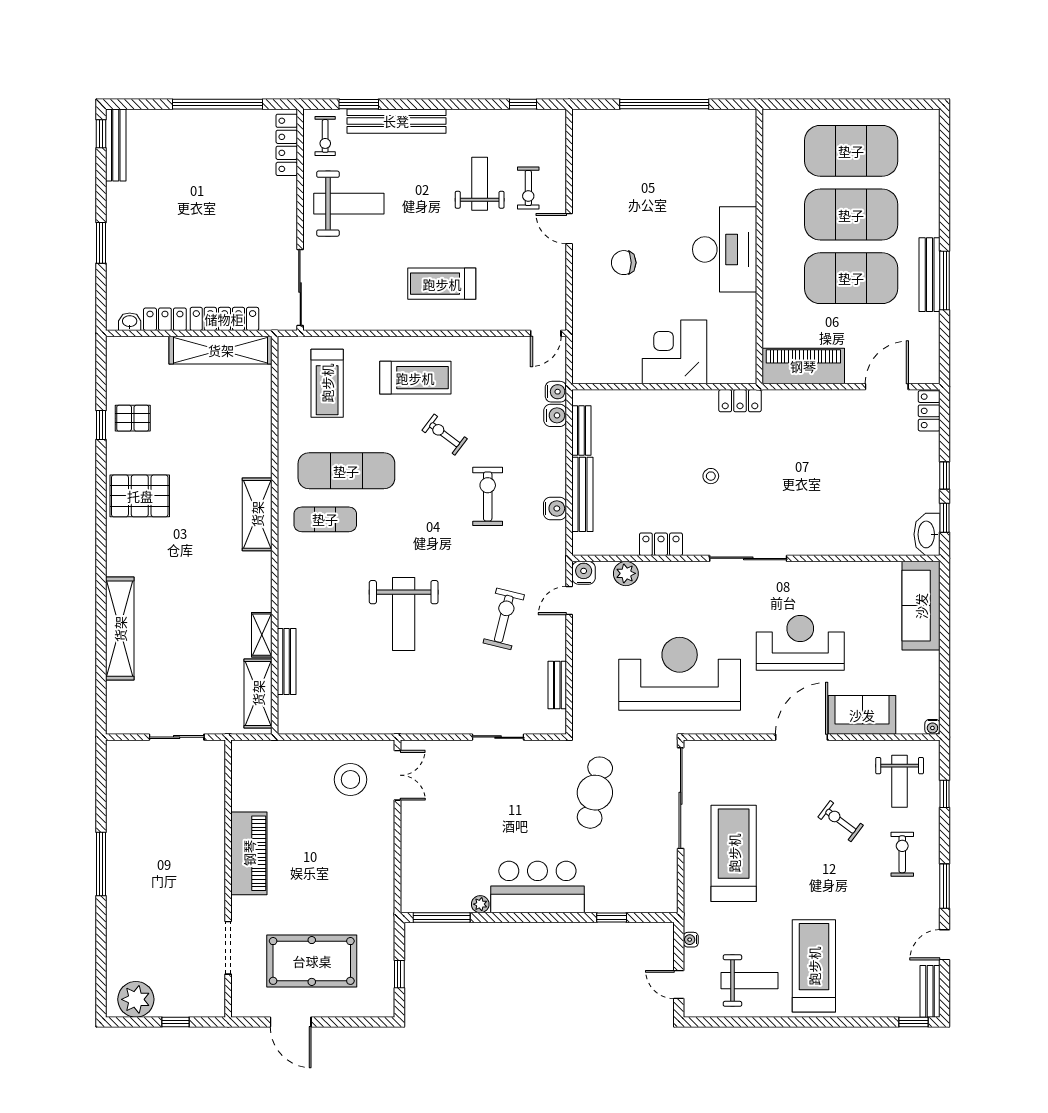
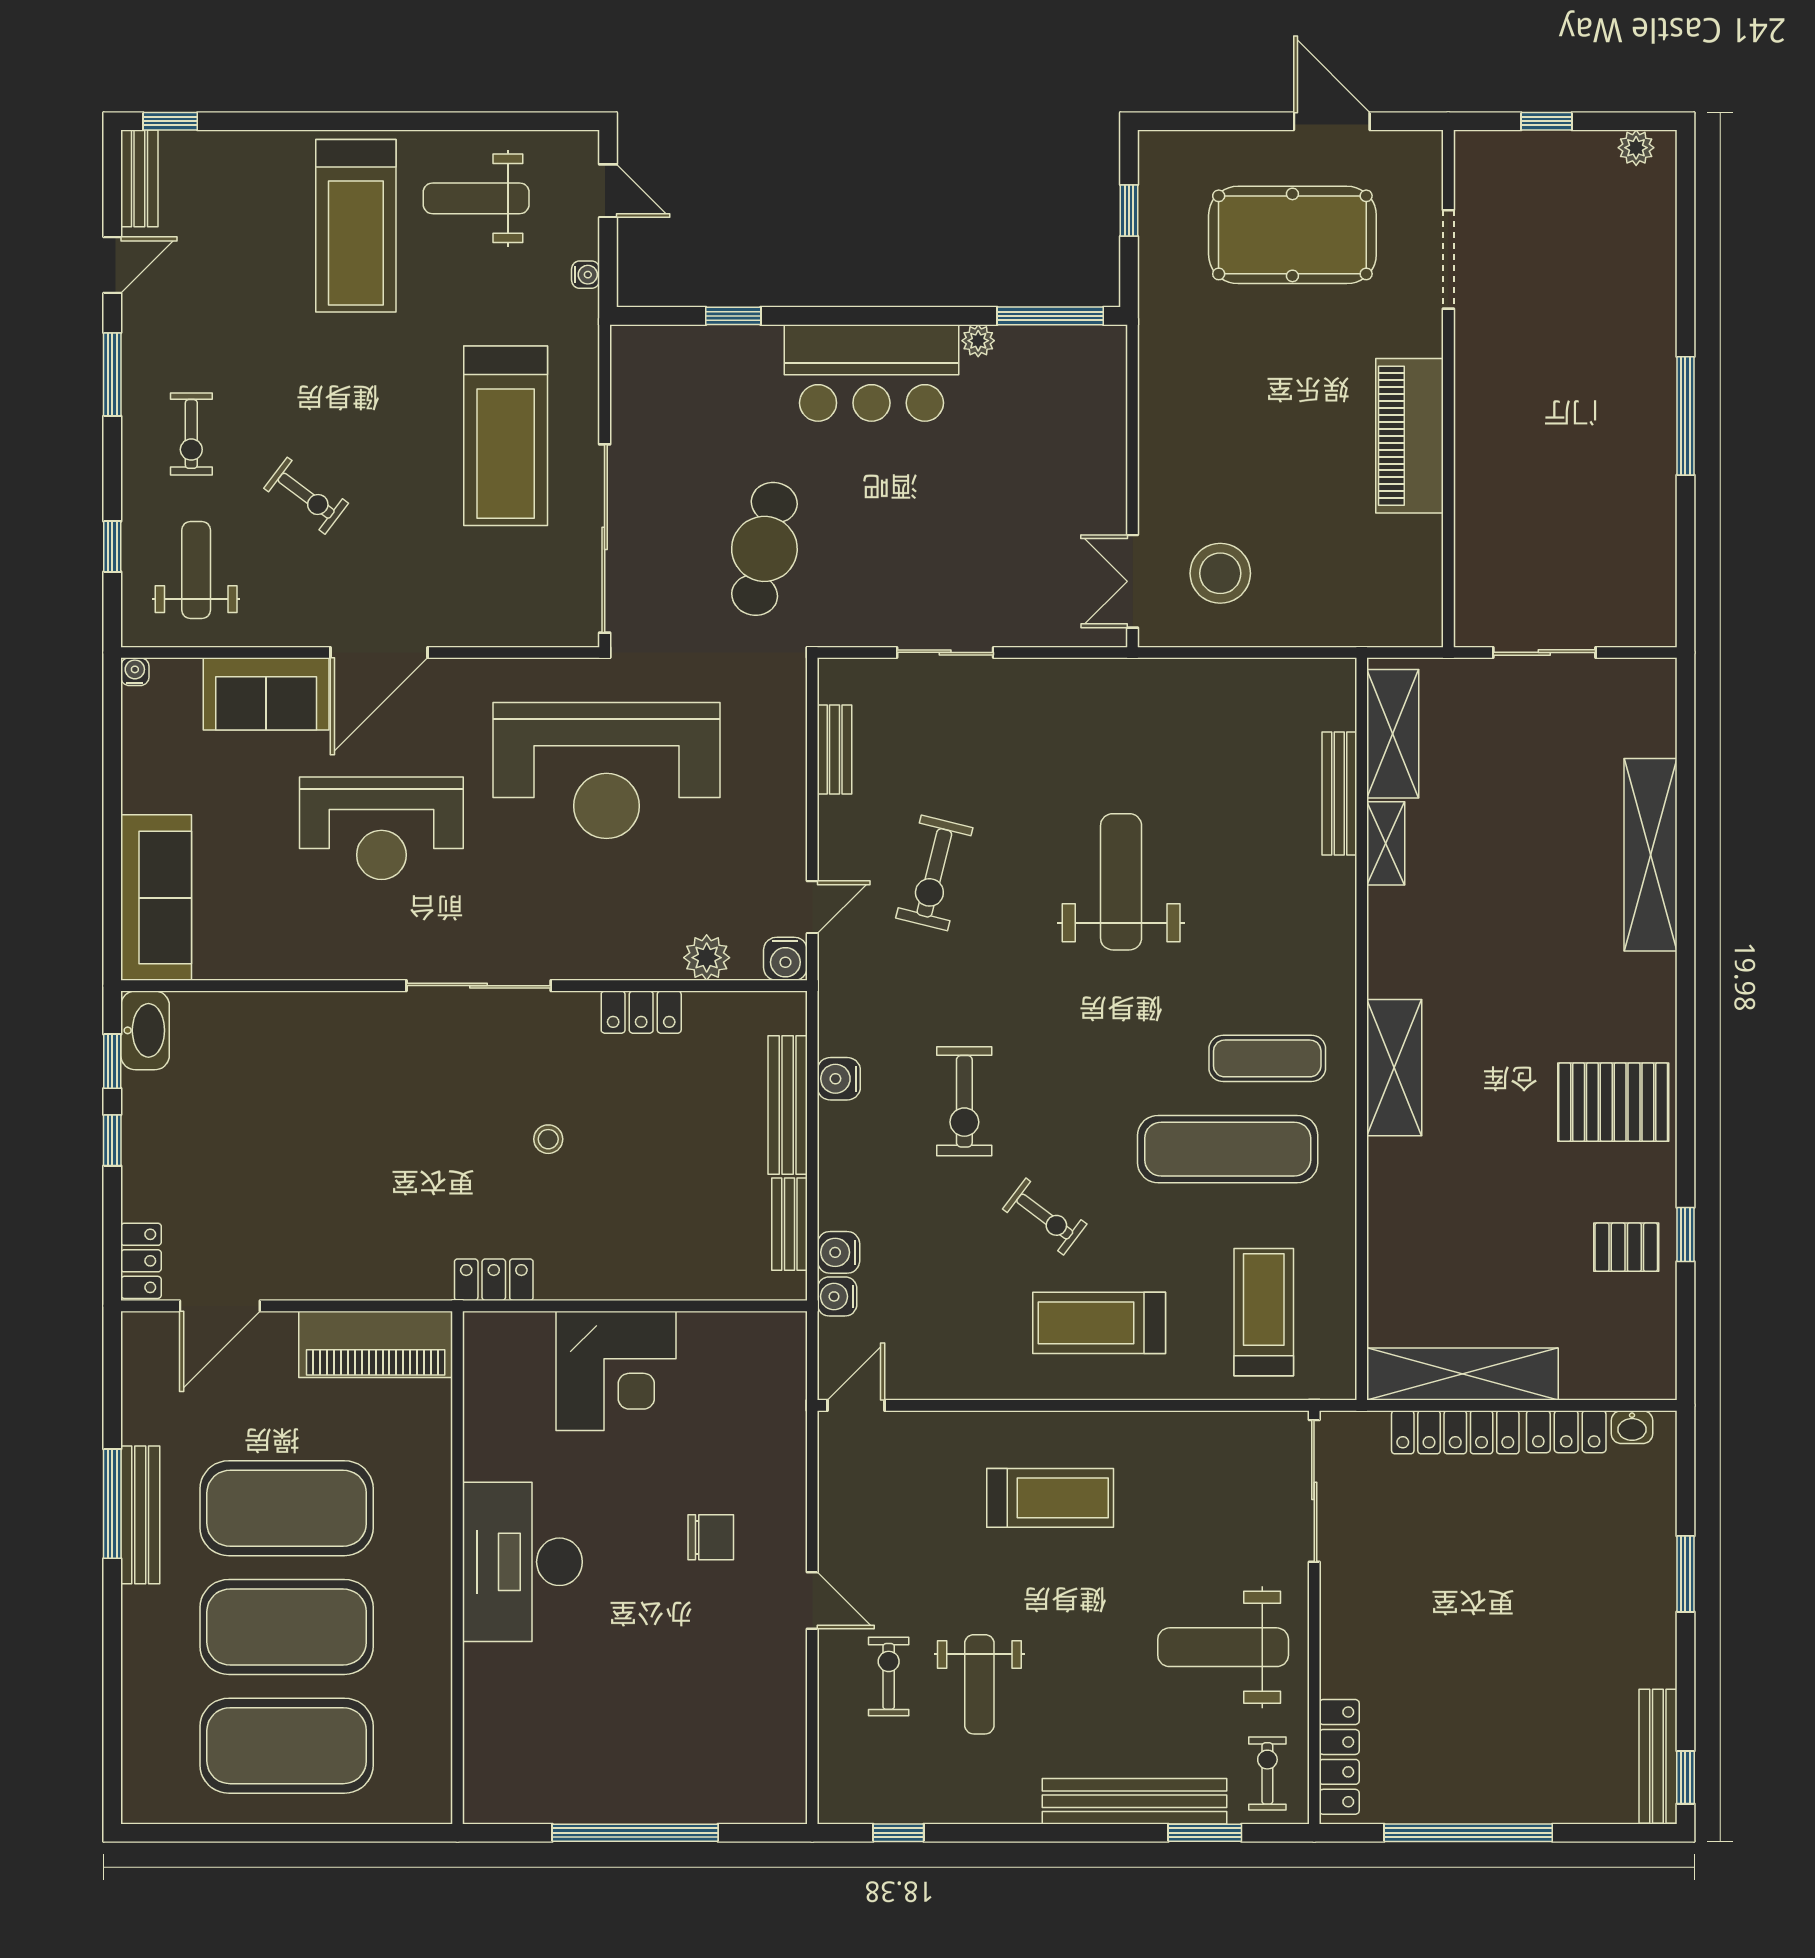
plant: (136, 999) -> (1636, 148), width x0.53, depth x0.53

